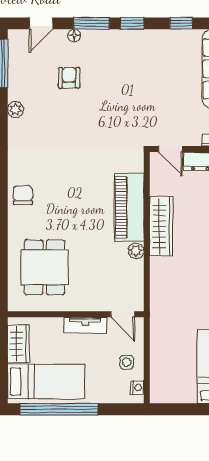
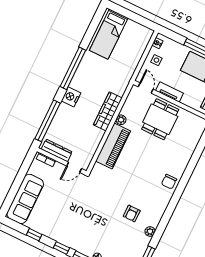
armchair: (69, 78) -> (132, 213), moved
door: (170, 149) -> (74, 167), swing flipped
wardrobe: (161, 226) -> (108, 111), moved
dining table: (45, 267) -> (160, 119), moved

